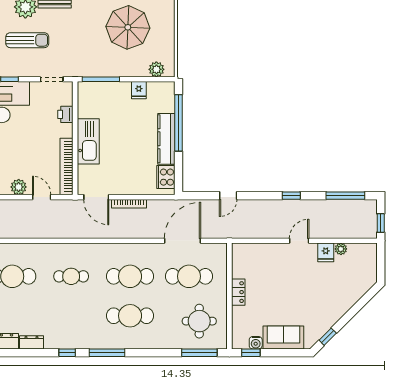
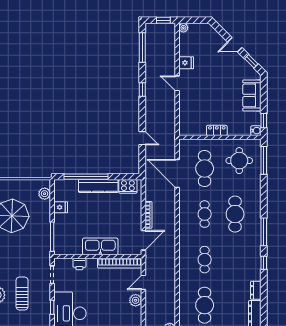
plant: (341, 249) -> (183, 28), moved
cafe table: (130, 276) -> (205, 214), width x0.73, depth x0.74
door: (349, 315) -> (235, 45), added
water cooler: (256, 343) -> (256, 131), moved

